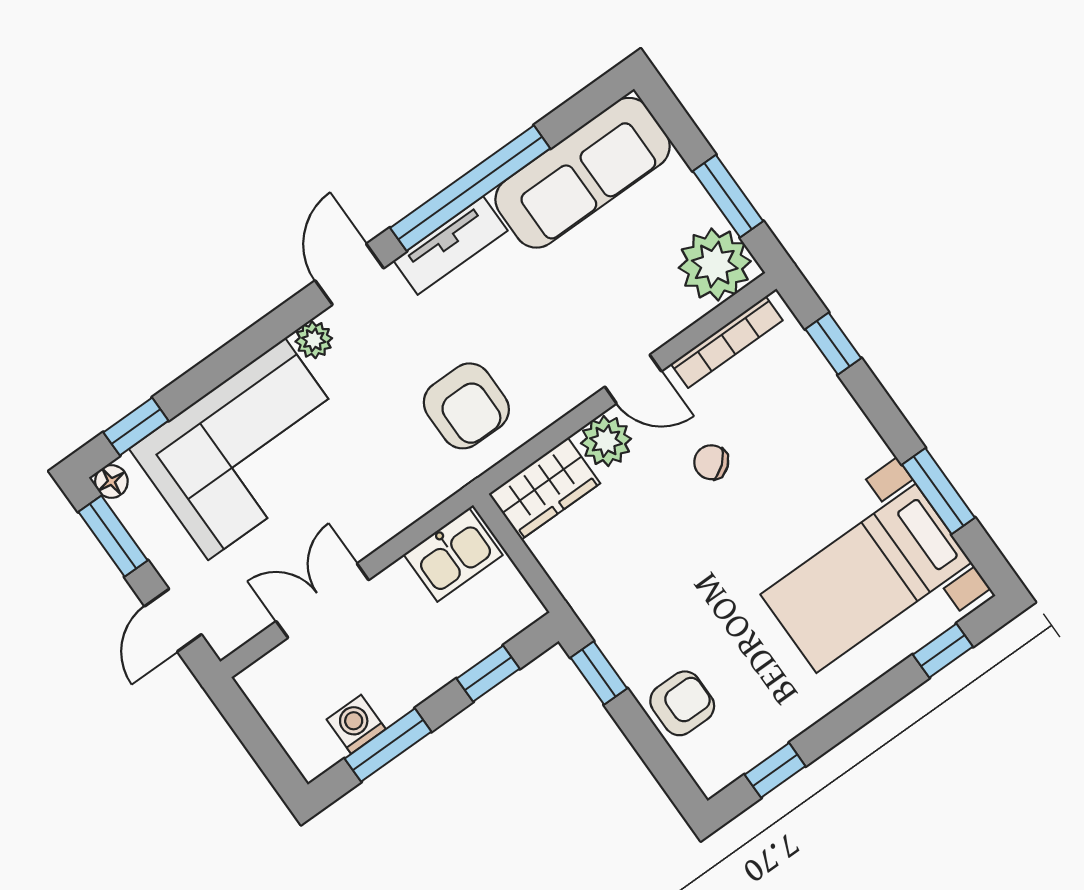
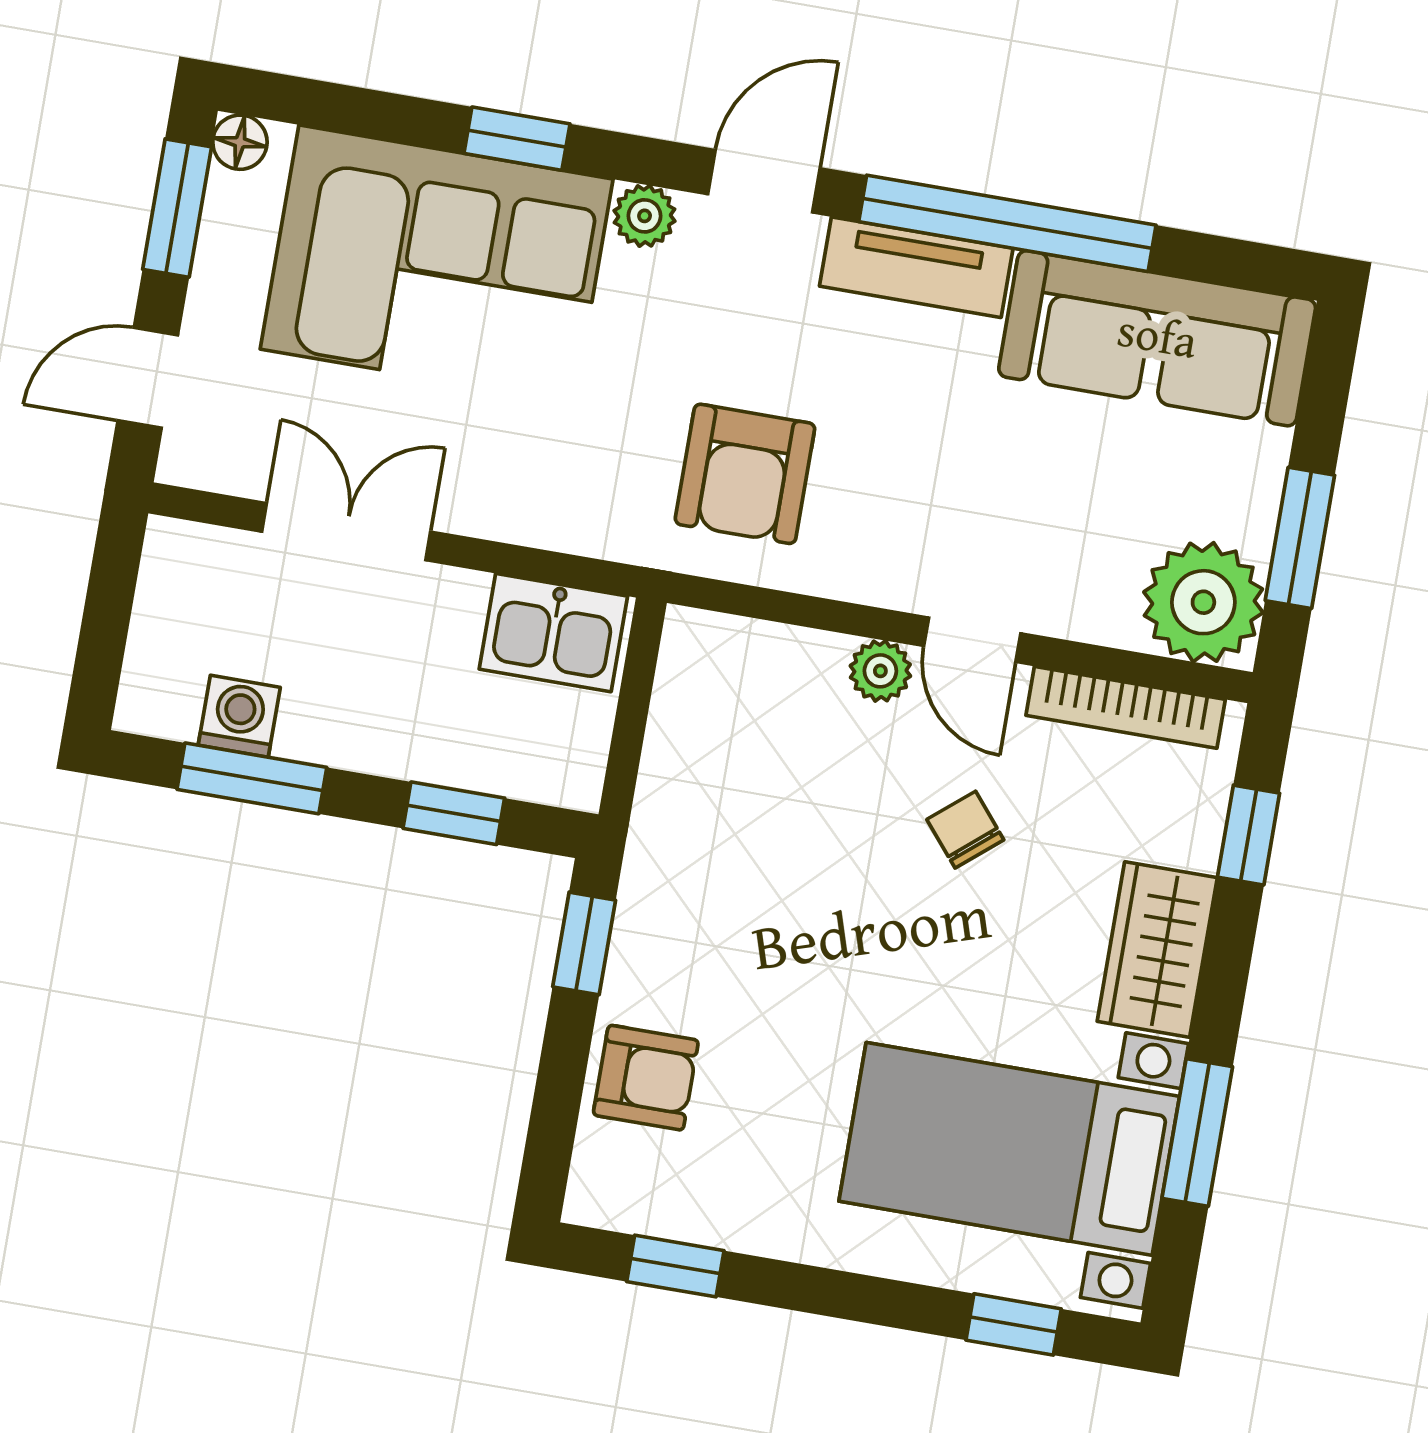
window: (136, 427) -> (517, 139), moved
plant: (606, 441) -> (880, 671), width x0.73, depth x0.73
wardrobe: (544, 489) -> (1157, 950), moved, turned 90

